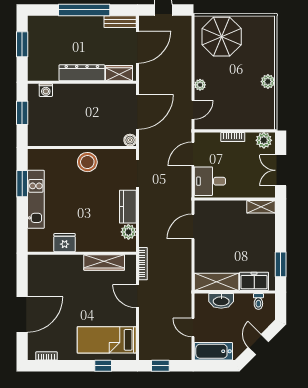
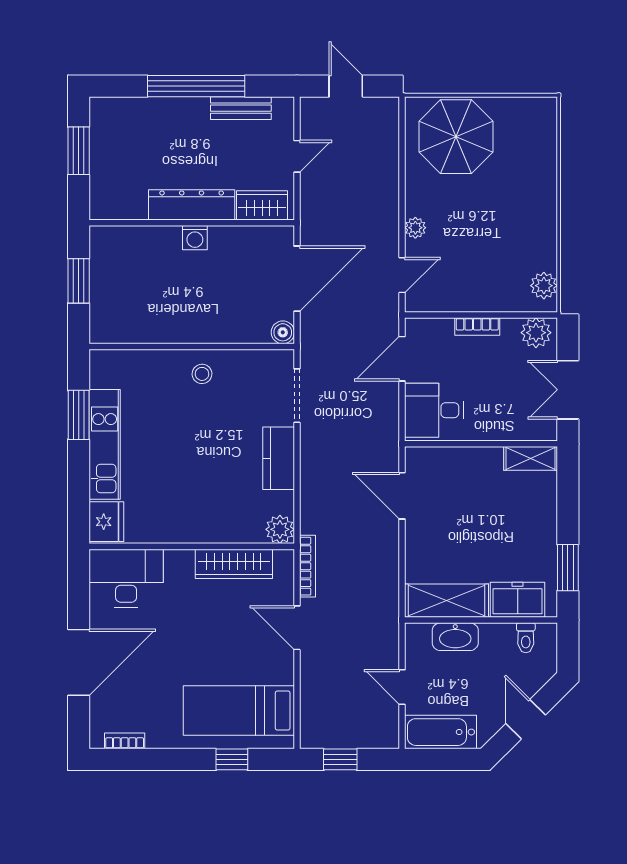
bench: (120, 22) -> (241, 108), moved
door: (137, 47) -> (297, 156), width x0.53
plant: (268, 82) -> (544, 286), moved
washing machine: (46, 90) -> (195, 238), moved
stool: (87, 162) -> (202, 374), width x0.53, depth x0.53
door: (193, 226) -> (402, 496), hinge flipped
plant: (128, 232) -> (280, 529), moved
fridge: (65, 243) -> (106, 522), moved, turned 90
desk: (47, 270) -> (126, 578), added

